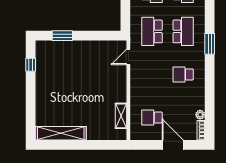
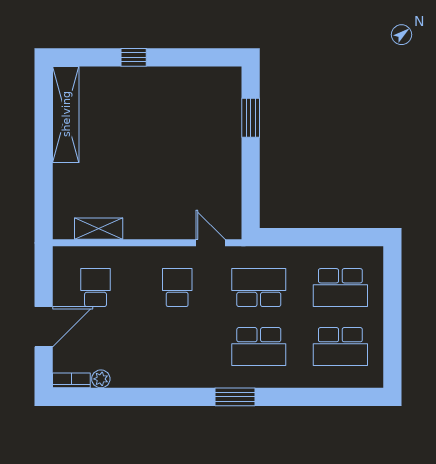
window: (31, 65) -> (134, 57), moved
school desk: (183, 74) -> (177, 288), moved

